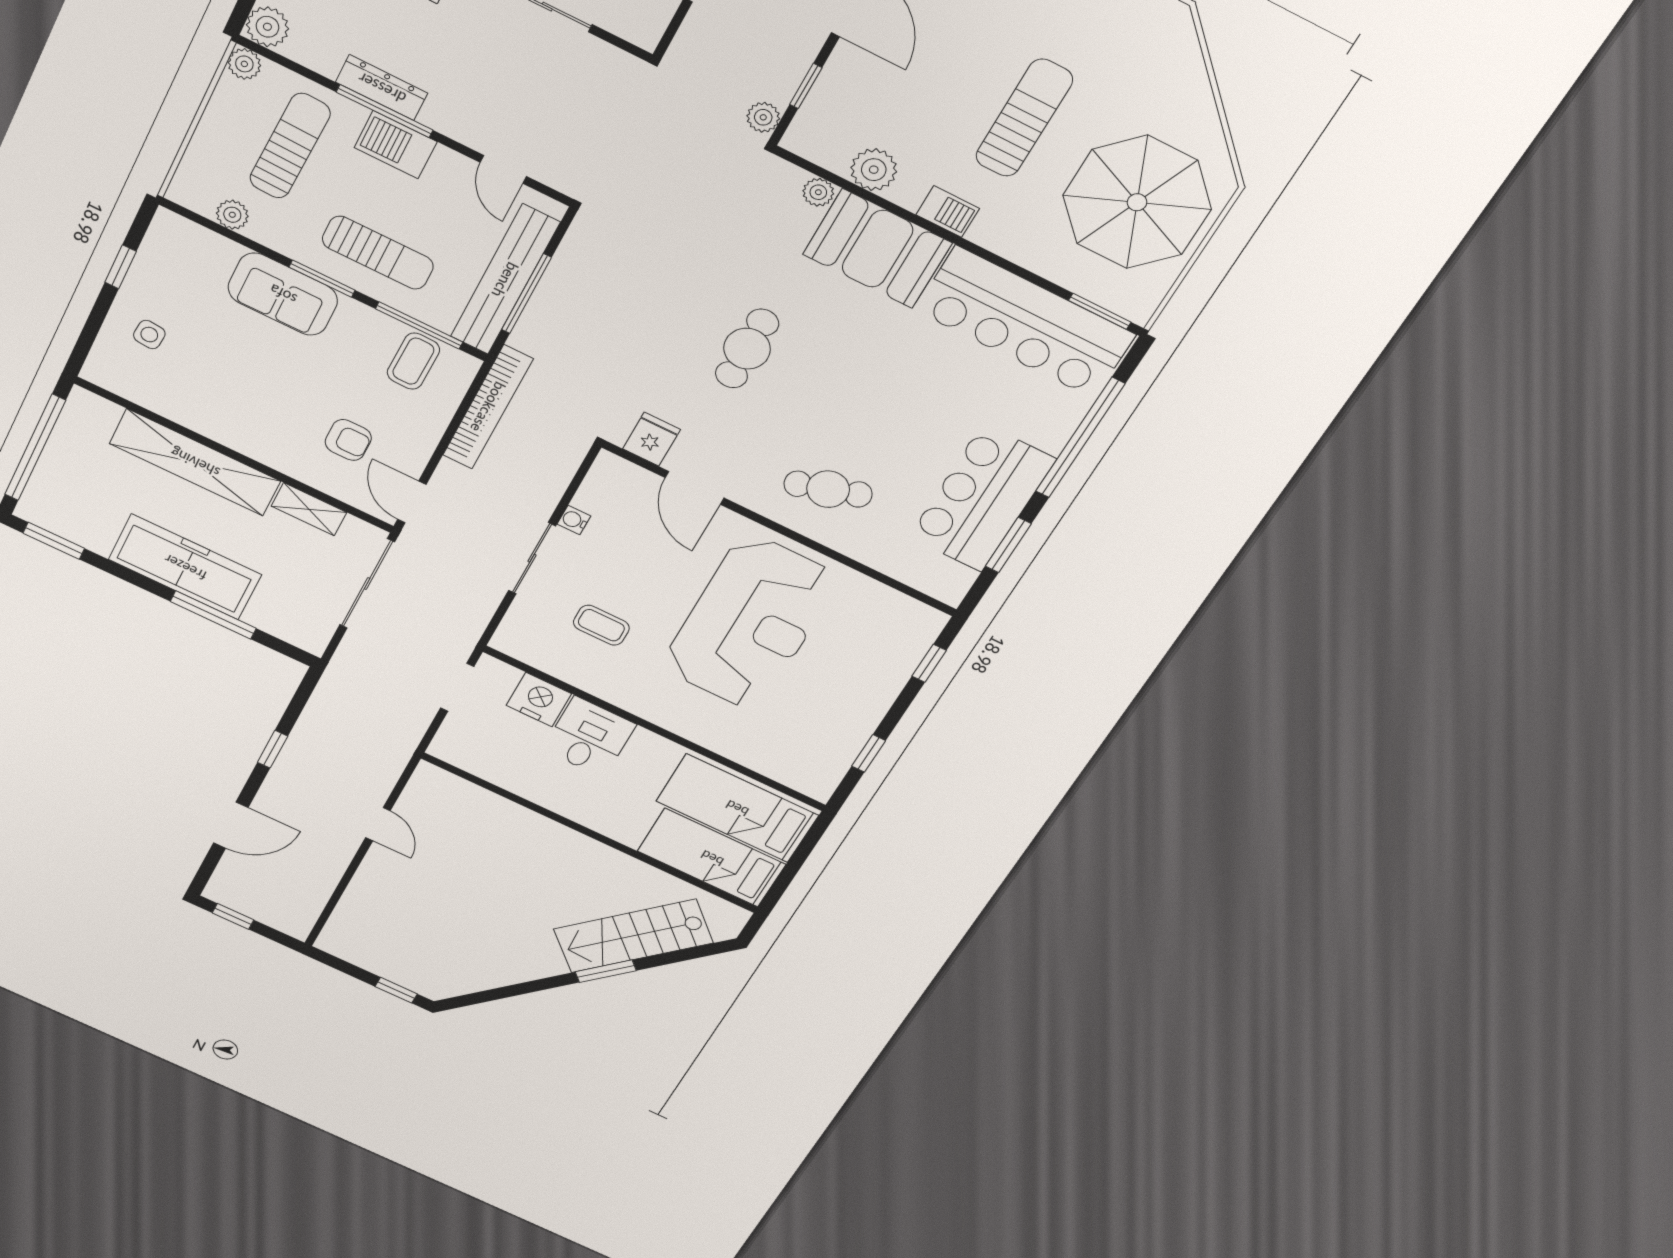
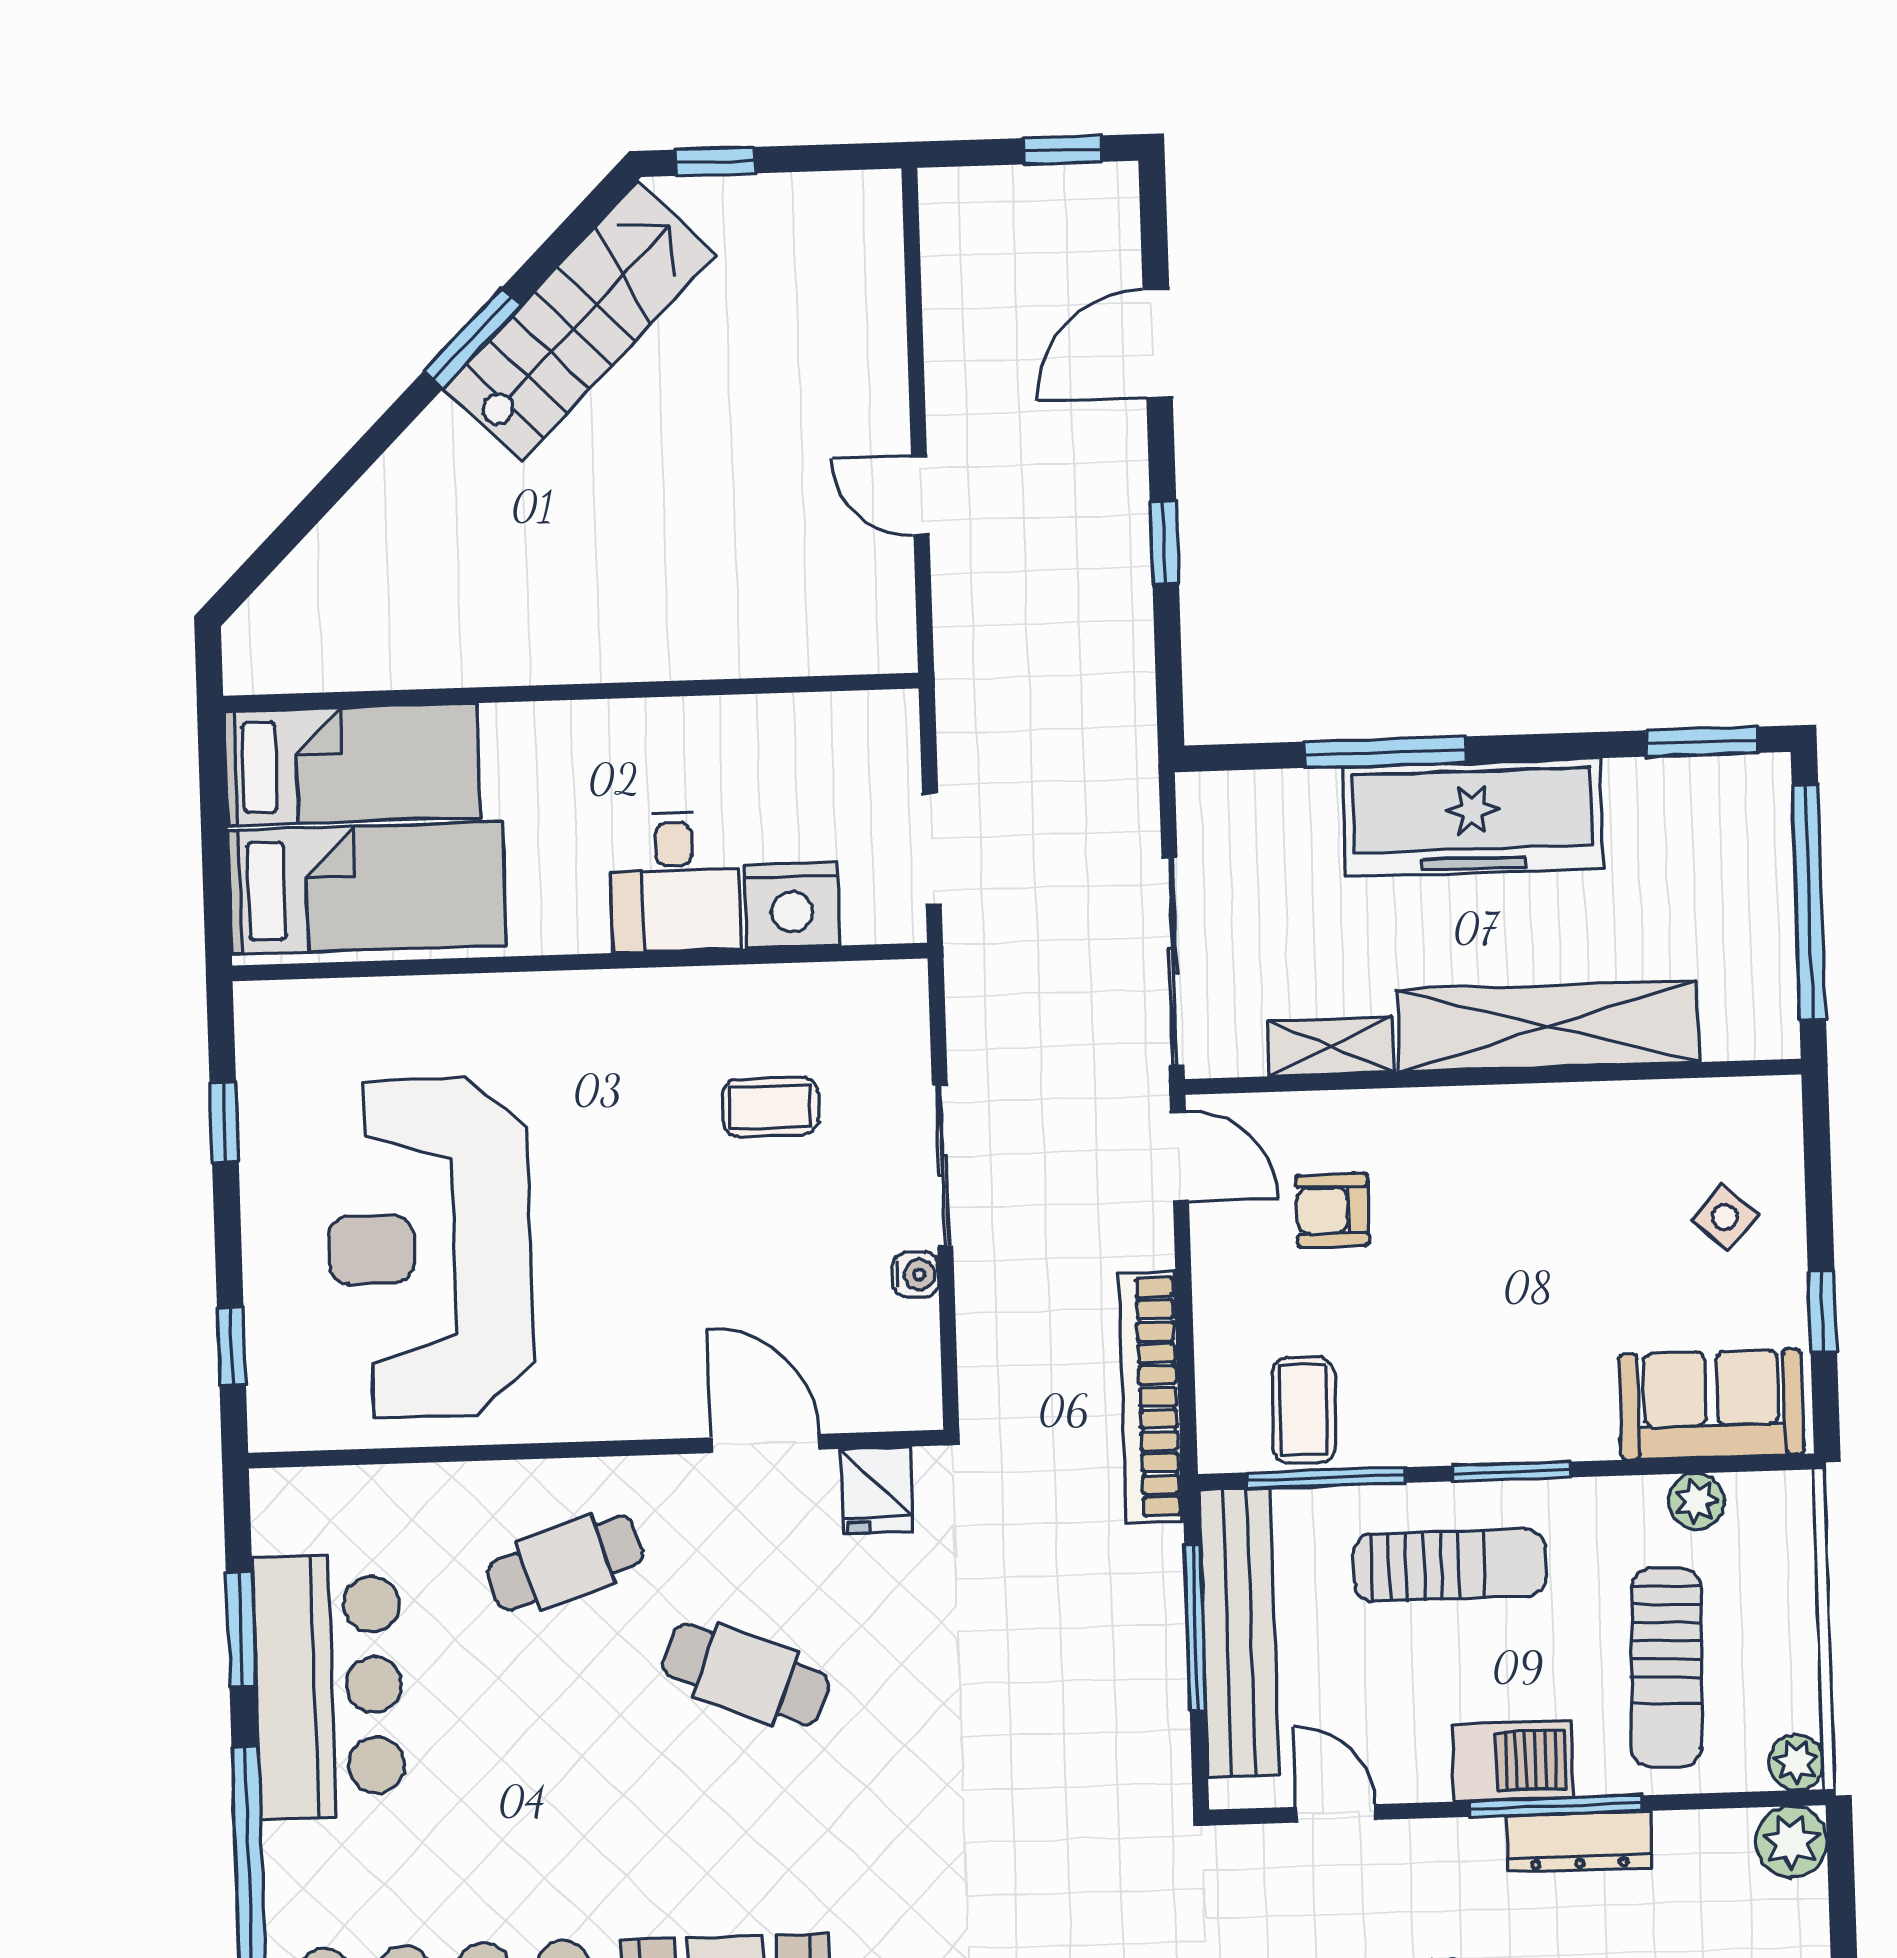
sun lounger: (378, 253) -> (1450, 1565), turned 180
sofa: (283, 294) -> (1711, 1404), moved
side table: (149, 335) -> (1725, 1217), turned 37
cafe table: (747, 349) -> (746, 1675), moved, turned -68
reception desk: (750, 623) -> (430, 1248), moved
stairs: (633, 936) -> (580, 321), moved
window: (606, 971) -> (472, 338), moved

